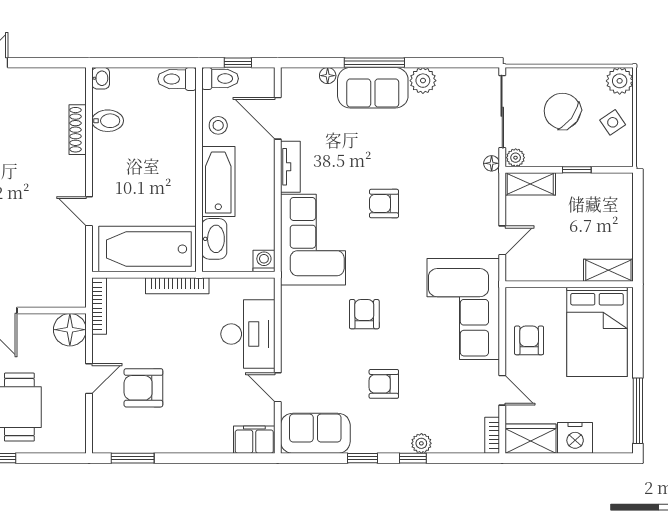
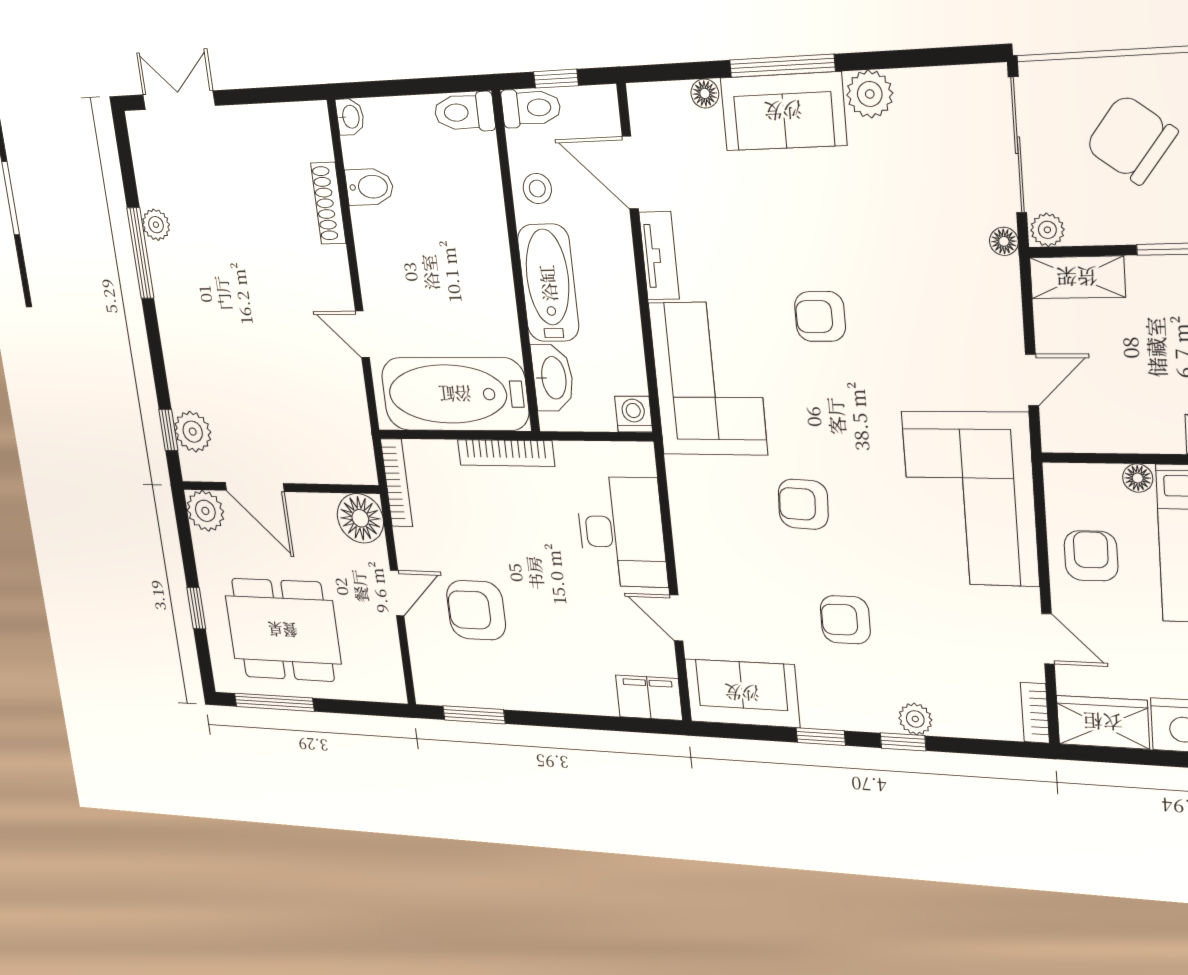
floor lamp: (557, 295) -> (1138, 478), added
armchair: (364, 314) -> (803, 504), turned -87

